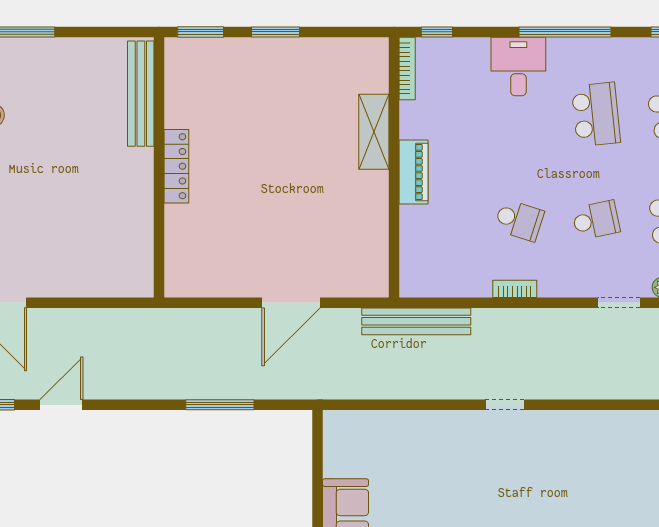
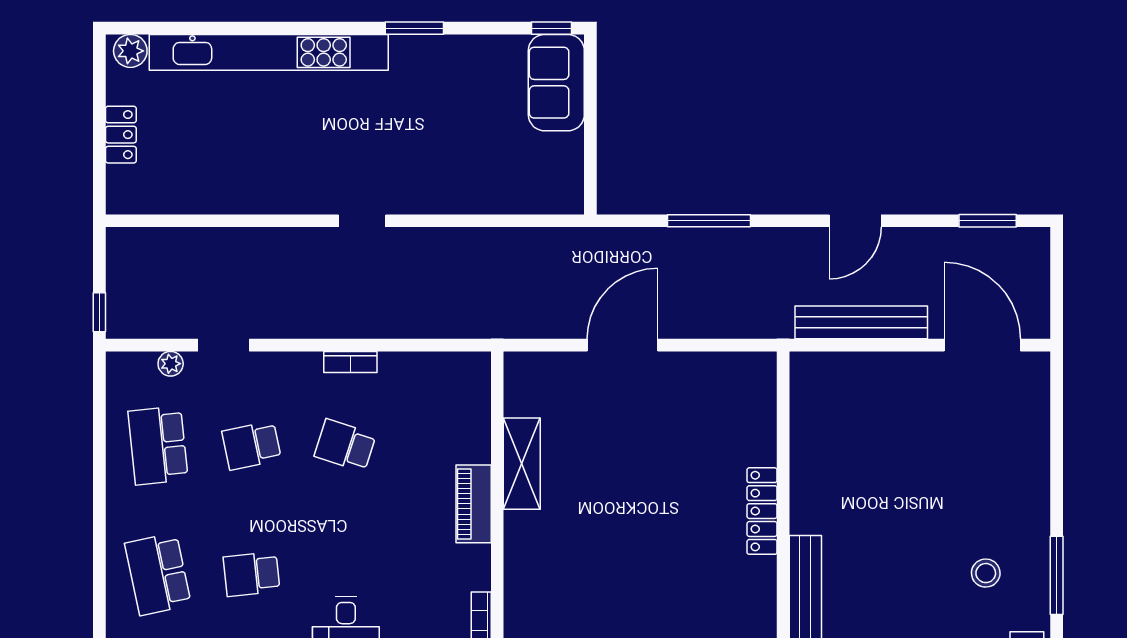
school desk: (596, 114) -> (252, 574), width x0.54
shelving: (374, 132) -> (522, 464), moved
bench: (416, 321) -> (861, 322), moved
door: (61, 405) -> (855, 221), moved

